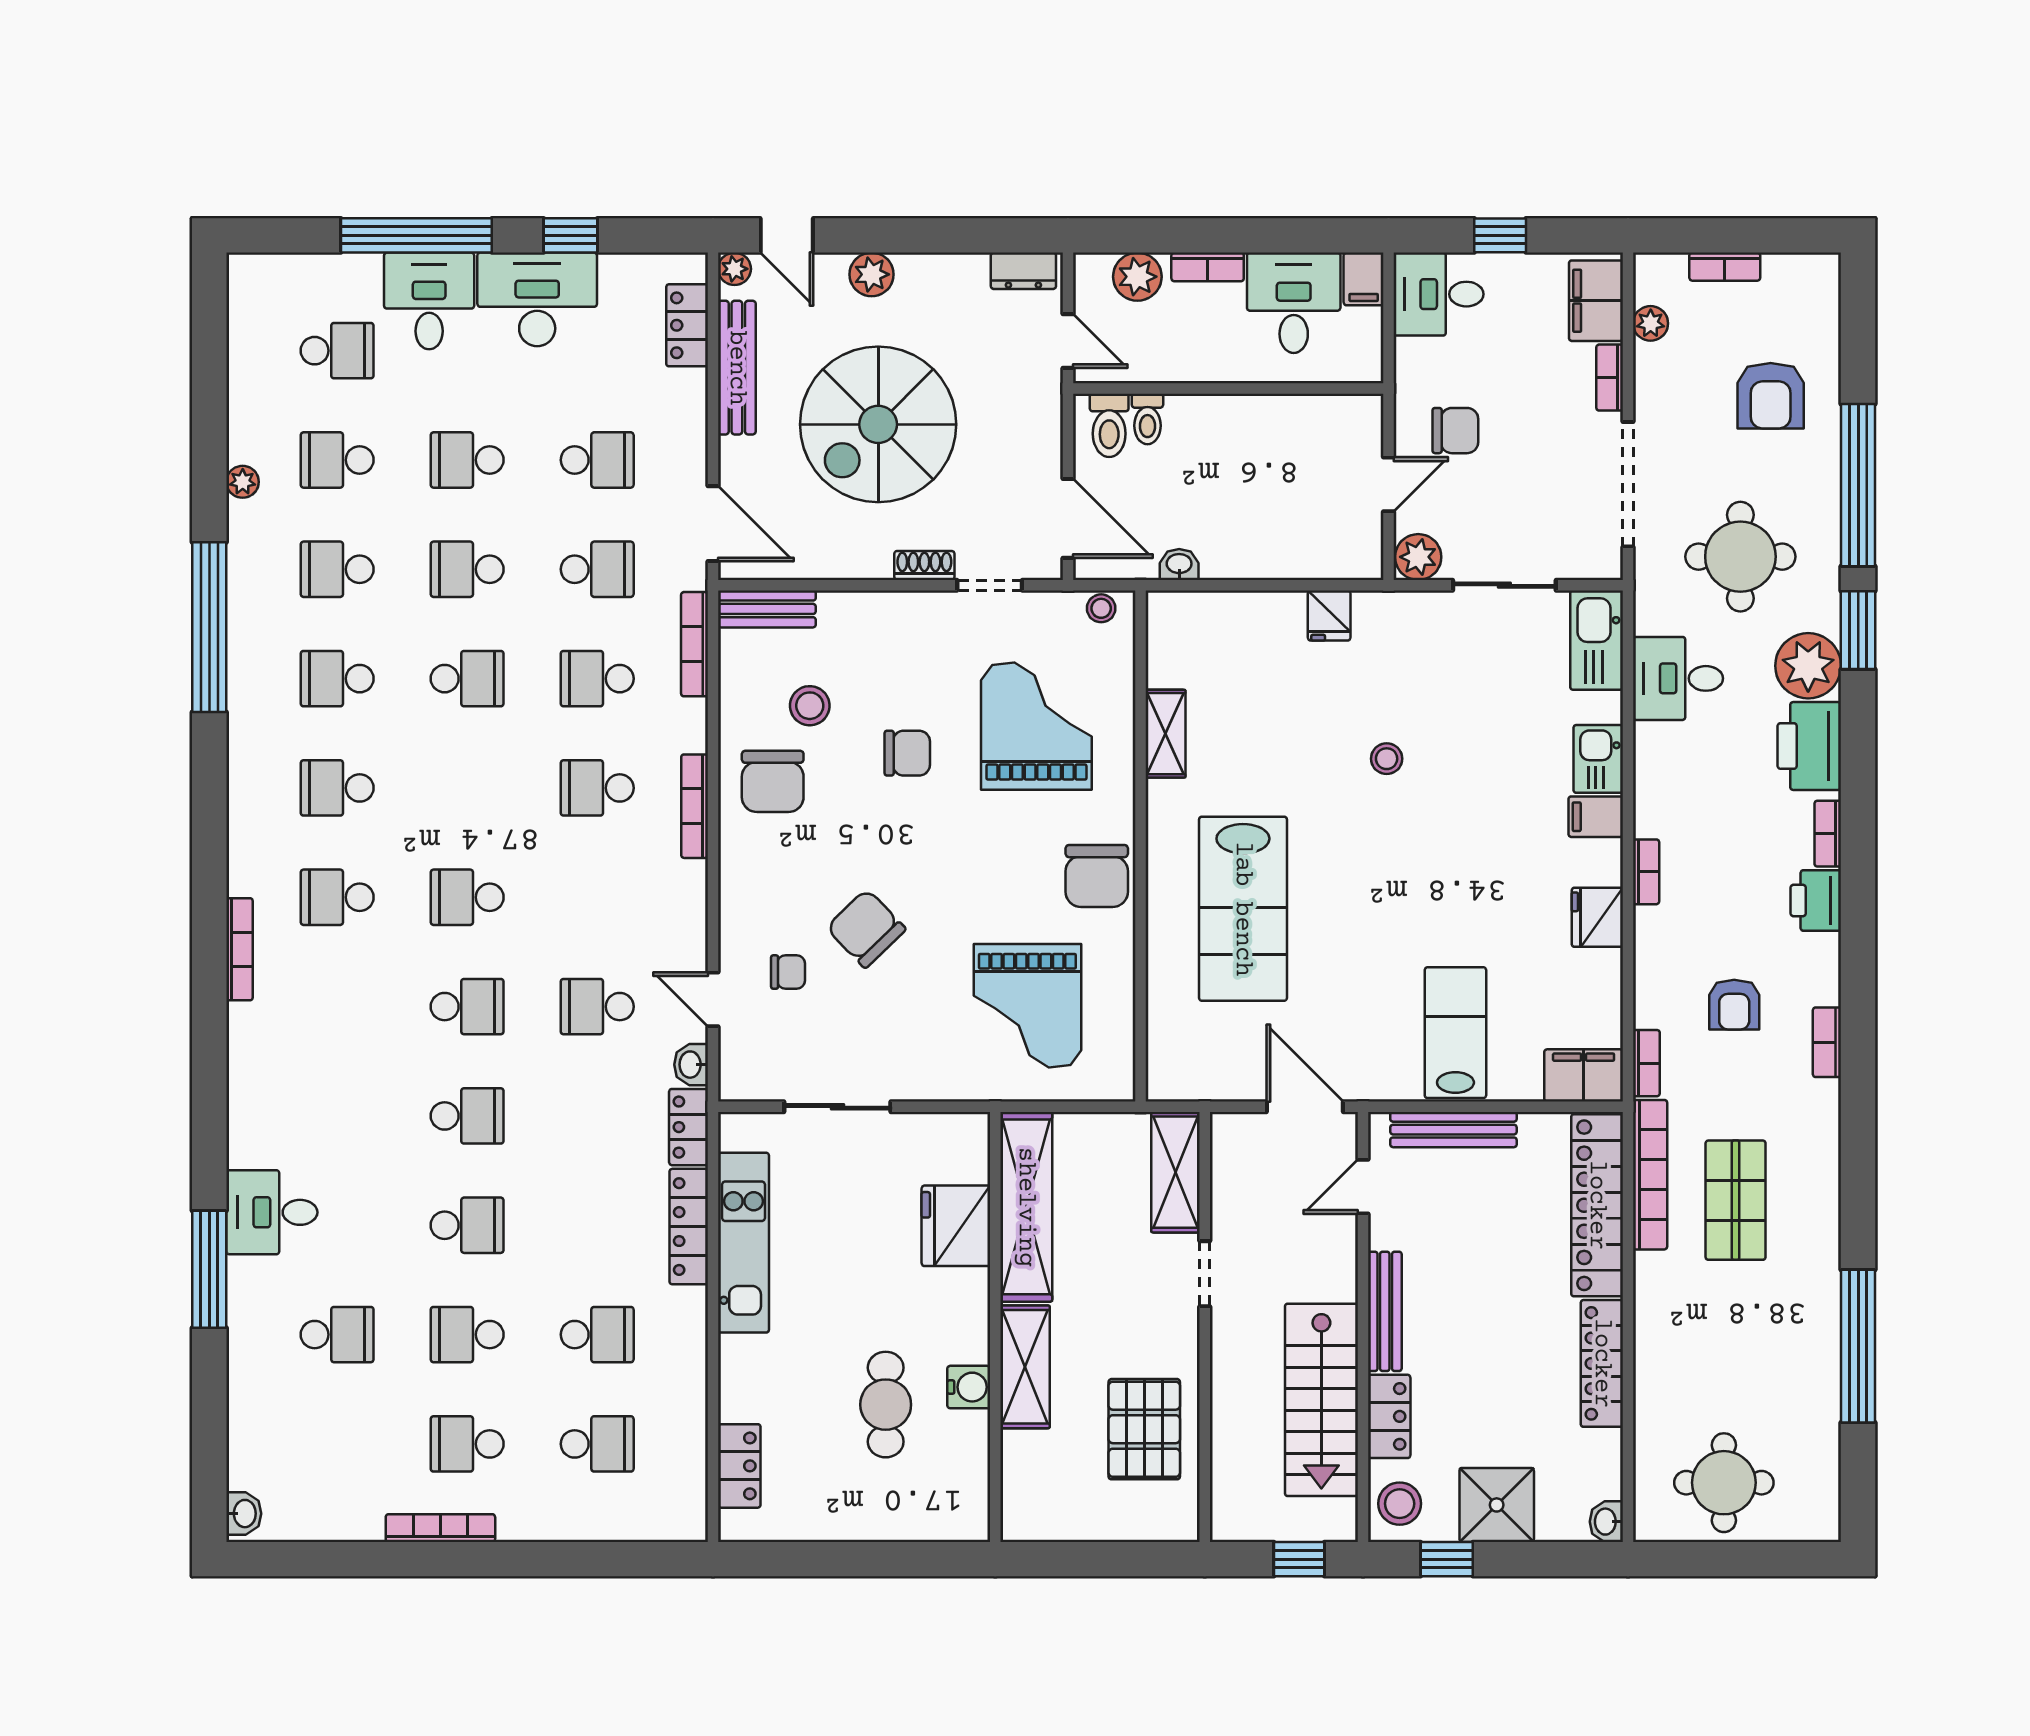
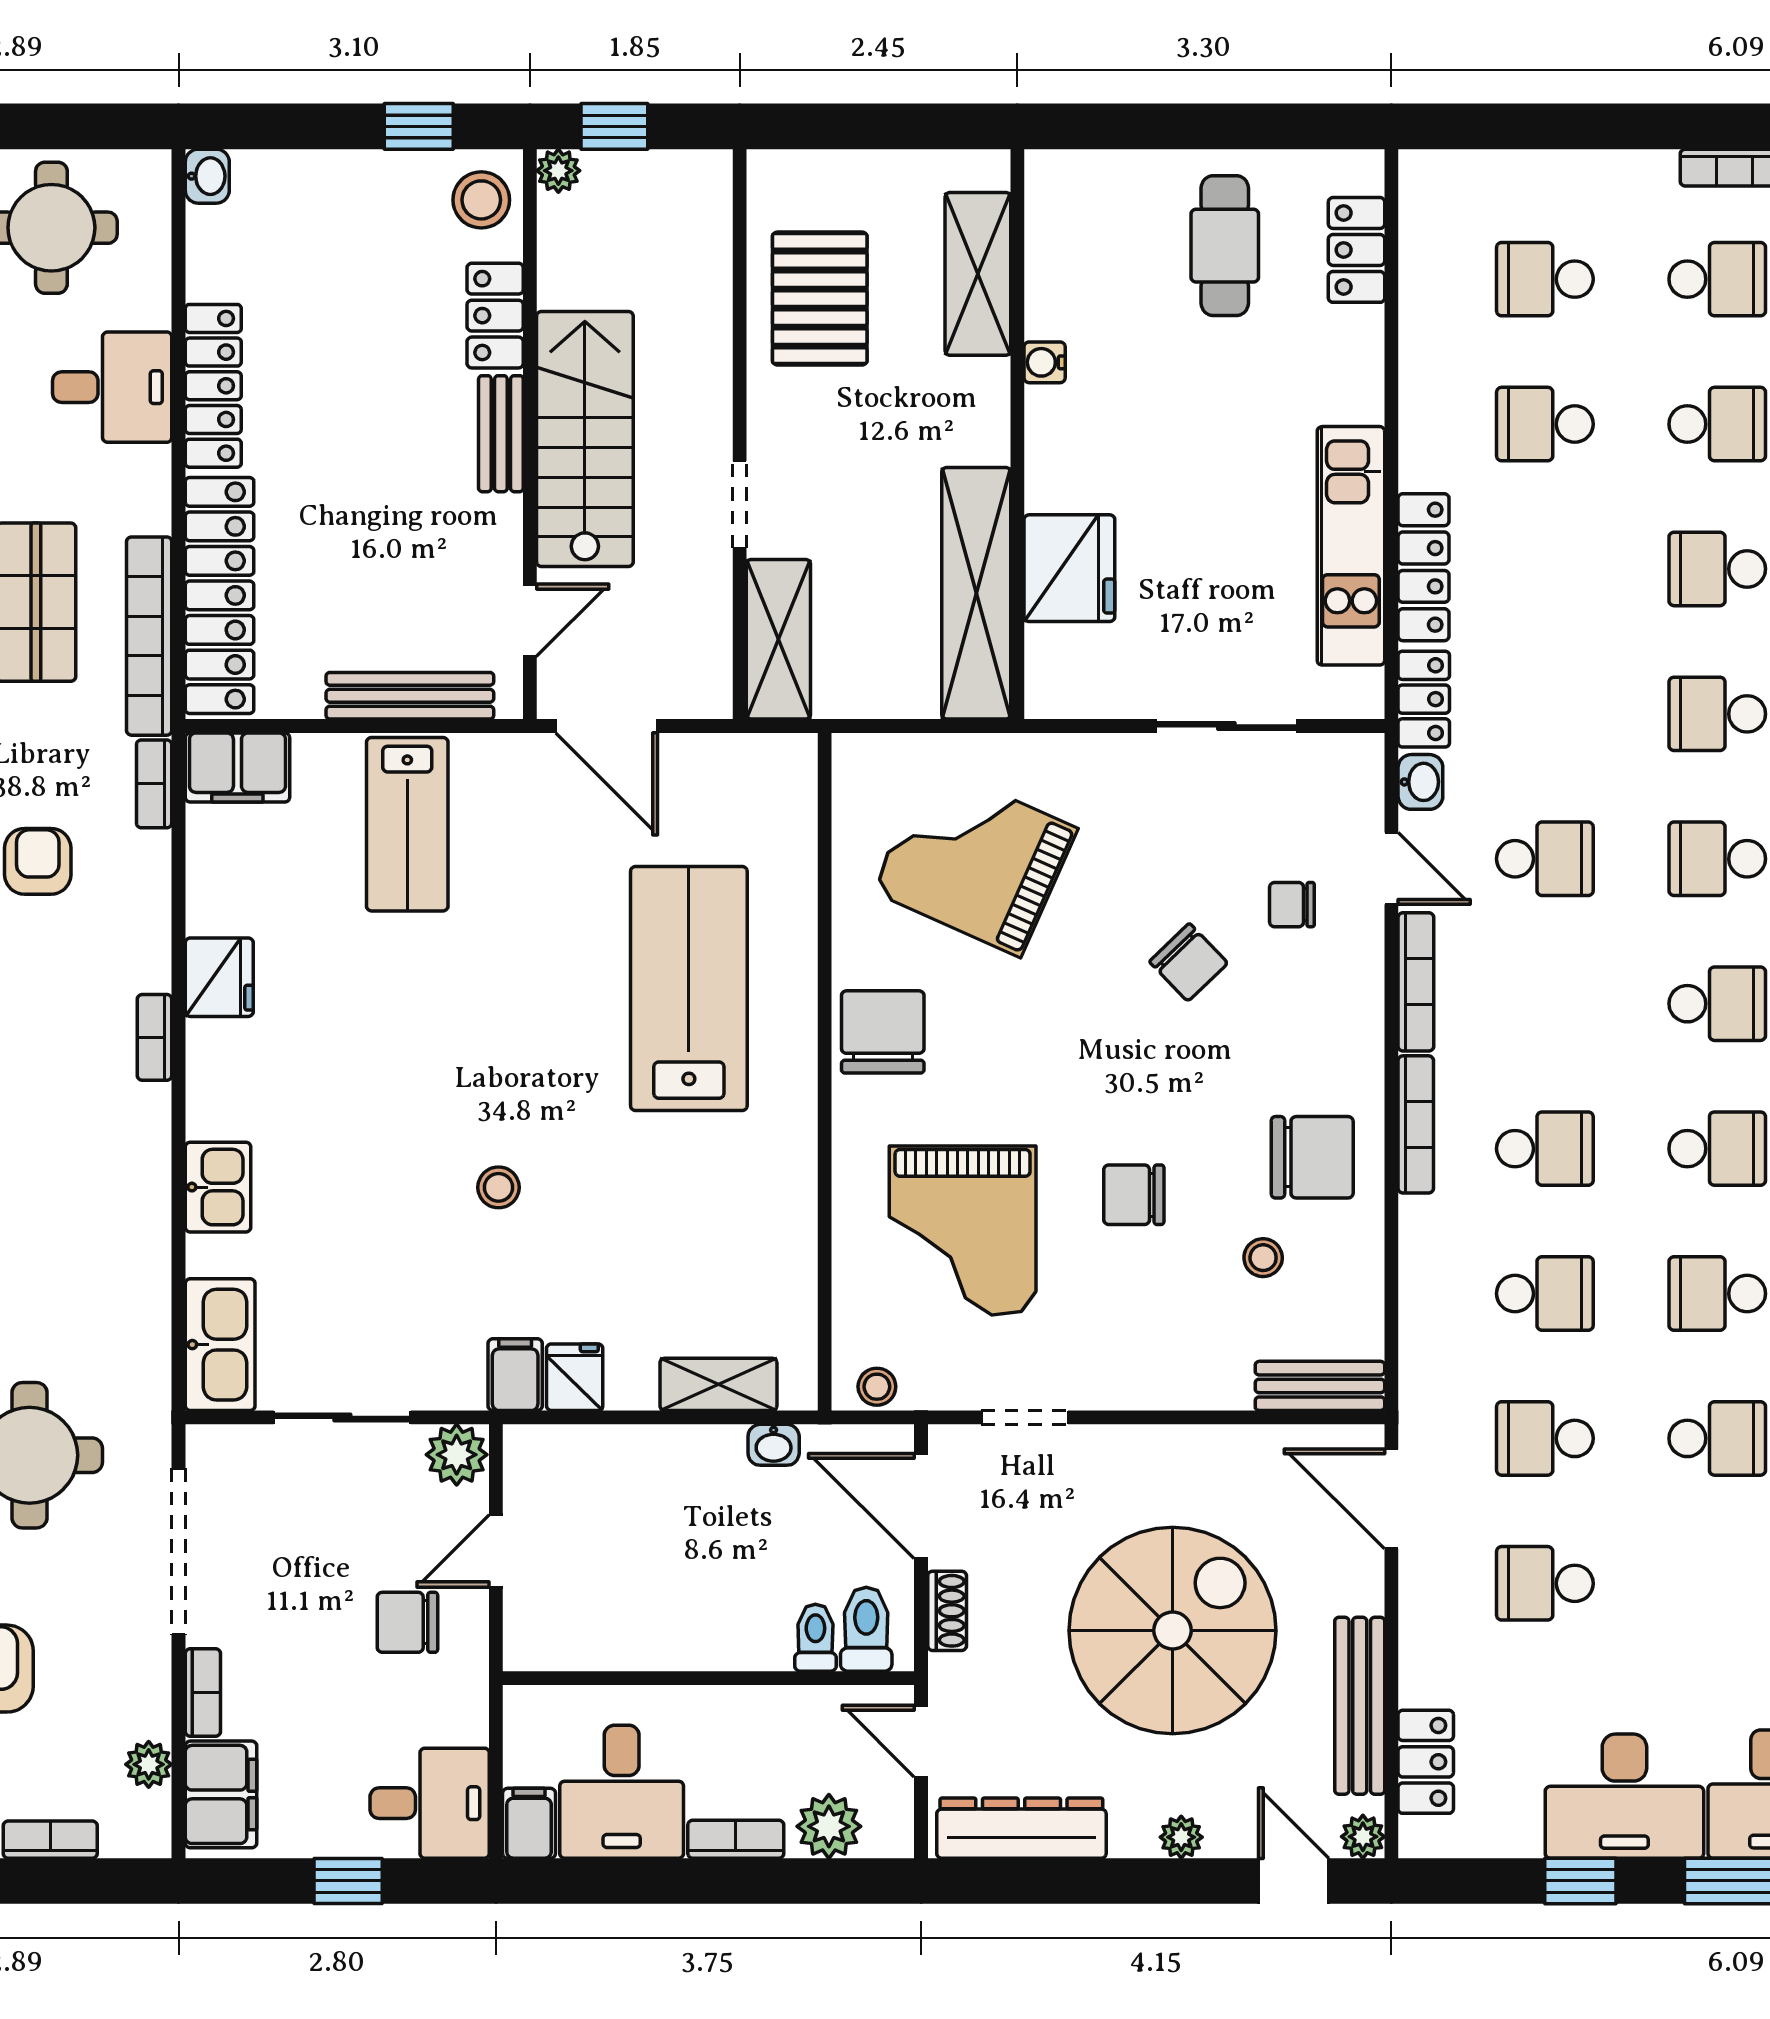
dresser: (1023, 271) -> (1021, 1828), width x1.96, depth x1.24
plant: (872, 274) -> (1181, 1837), width x0.73, depth x0.73
school desk: (467, 460) -> (1717, 1149), moved
shoe rack: (924, 565) -> (947, 1611), moved, turned -90
bookcase: (694, 644) -> (1416, 982), moved
desk: (1678, 678) -> (112, 387), moved
stool: (810, 706) -> (1263, 1258), width x0.73, depth x0.73
shelving: (1166, 734) -> (718, 1384), moved, turned 90
chair: (773, 781) -> (1312, 1157), turned 90
filing cabinet: (1596, 817) -> (515, 1375), moved, turned -90
chair: (866, 928) -> (1189, 962), width x0.73, depth x0.73
grand piano: (1027, 1006) -> (975, 860), turned -66
bench: (1385, 1311) -> (501, 434), width x0.73
shelving: (1025, 1367) -> (978, 274), moved
water cooler: (969, 1387) -> (1045, 362), width x0.72, depth x0.72
stairs: (1321, 1400) -> (585, 439), moved
cafe table: (886, 1405) -> (1225, 246), moved
shower: (1497, 1505) -> (353, 198), removed
plant: (1341, 1526) -> (558, 171), added

